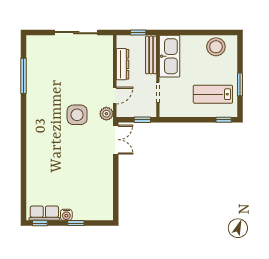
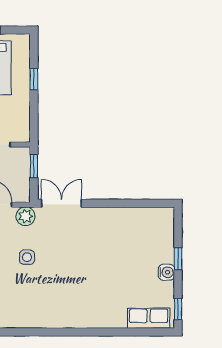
side table: (77, 115) -> (27, 257), width x0.54, depth x0.54
window: (224, 120) -> (34, 79), moved
row of seats: (44, 213) -> (149, 318), moved, turned 90

